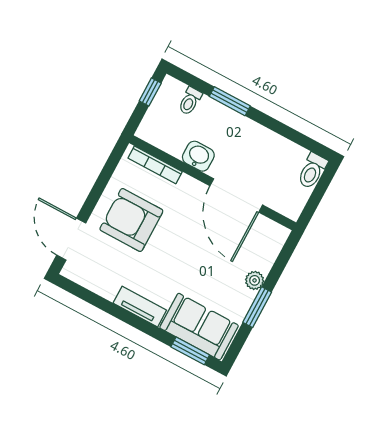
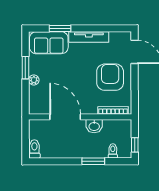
armchair: (131, 220) -> (110, 77), turned -90
tv unit: (140, 307) -> (89, 37), width x1.41
window: (190, 351) -> (60, 28), moved

